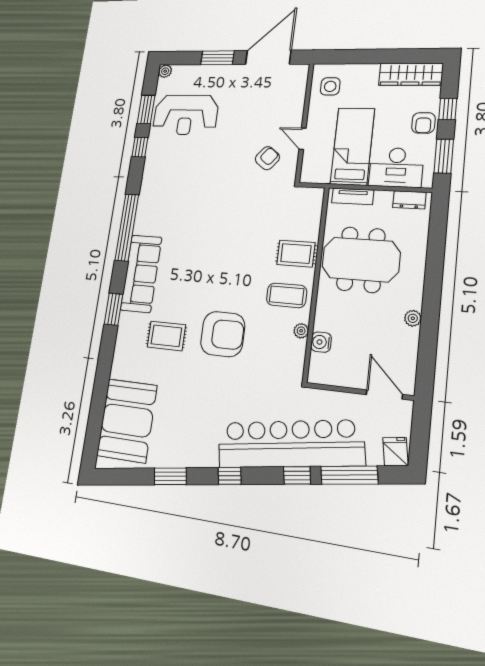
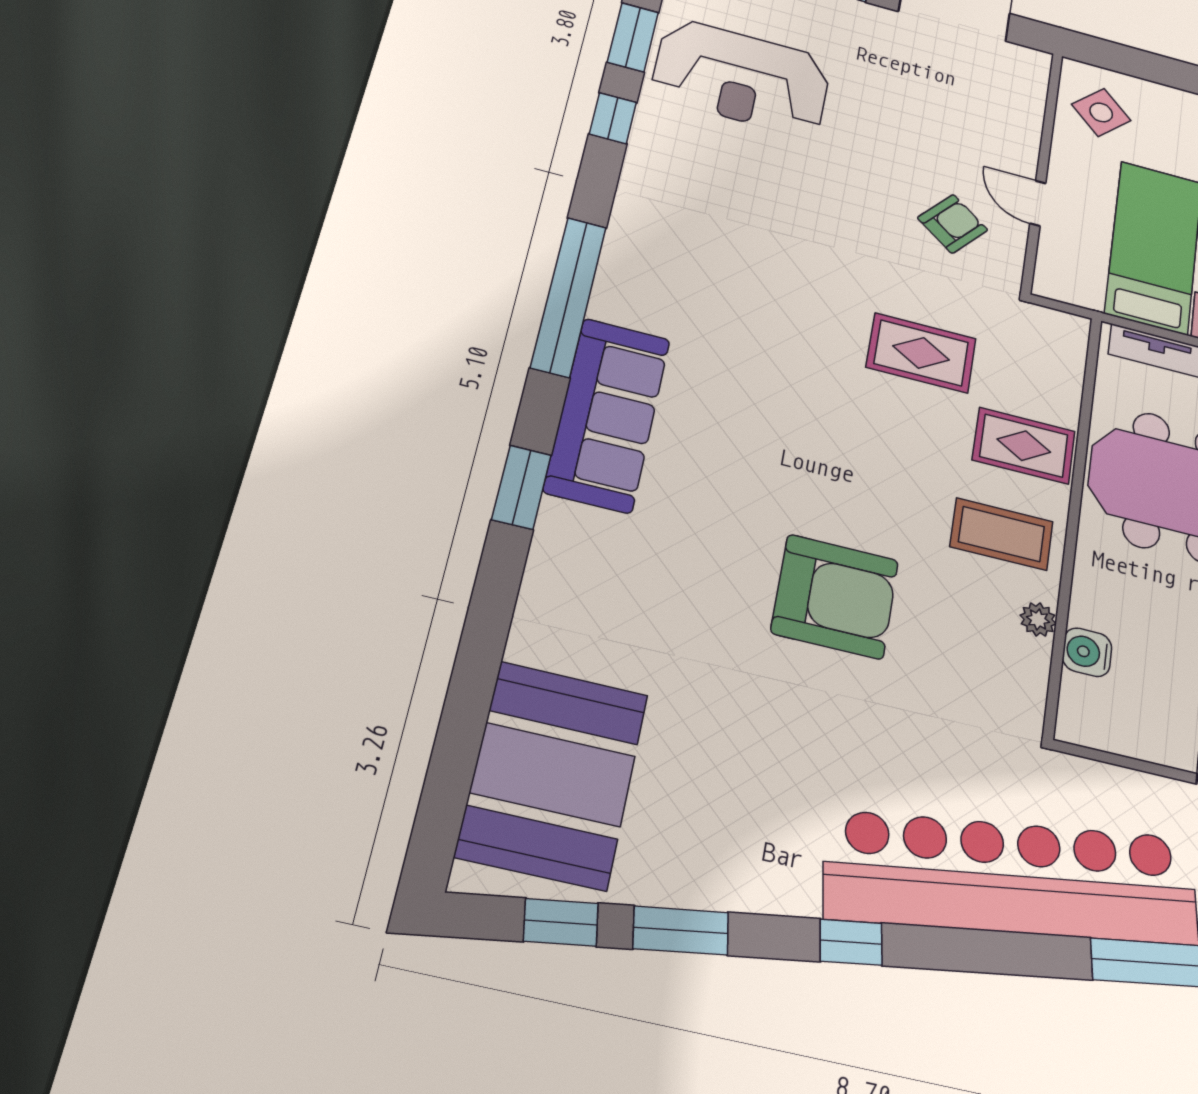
side table: (330, 86) -> (1101, 112), turned 45
rug: (166, 336) -> (921, 353), moved
window: (297, 475) -> (561, 922), moved

